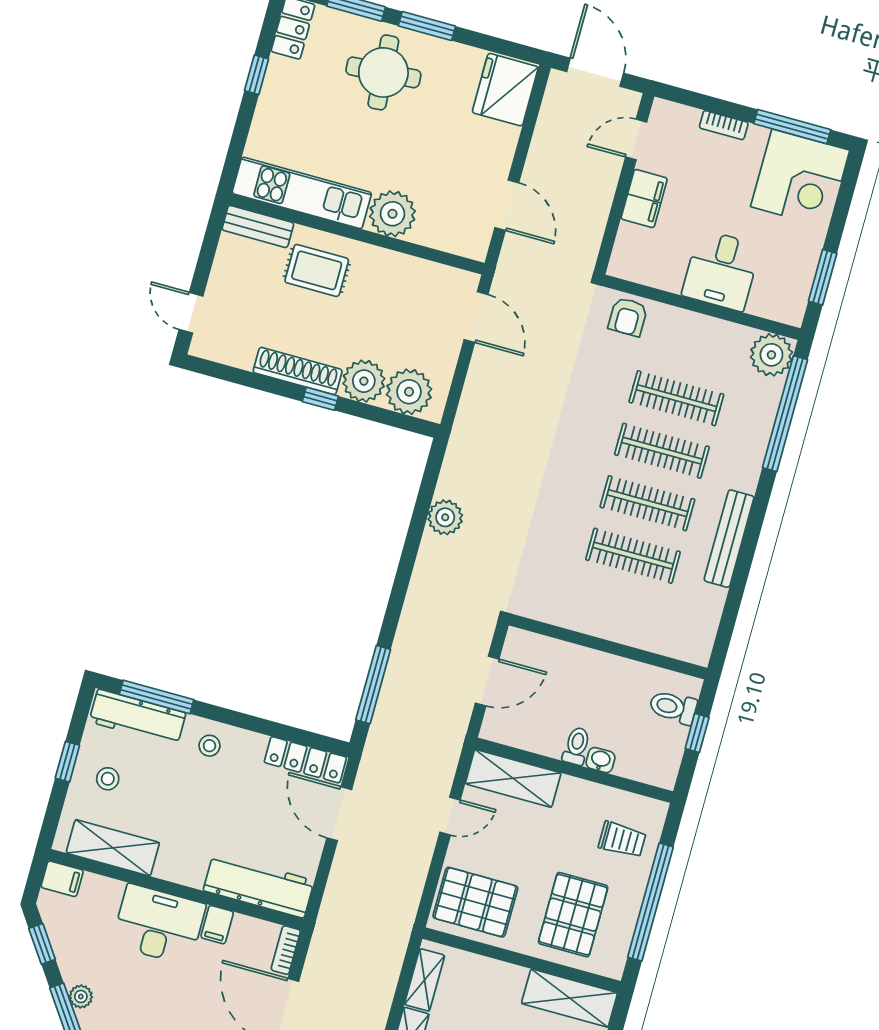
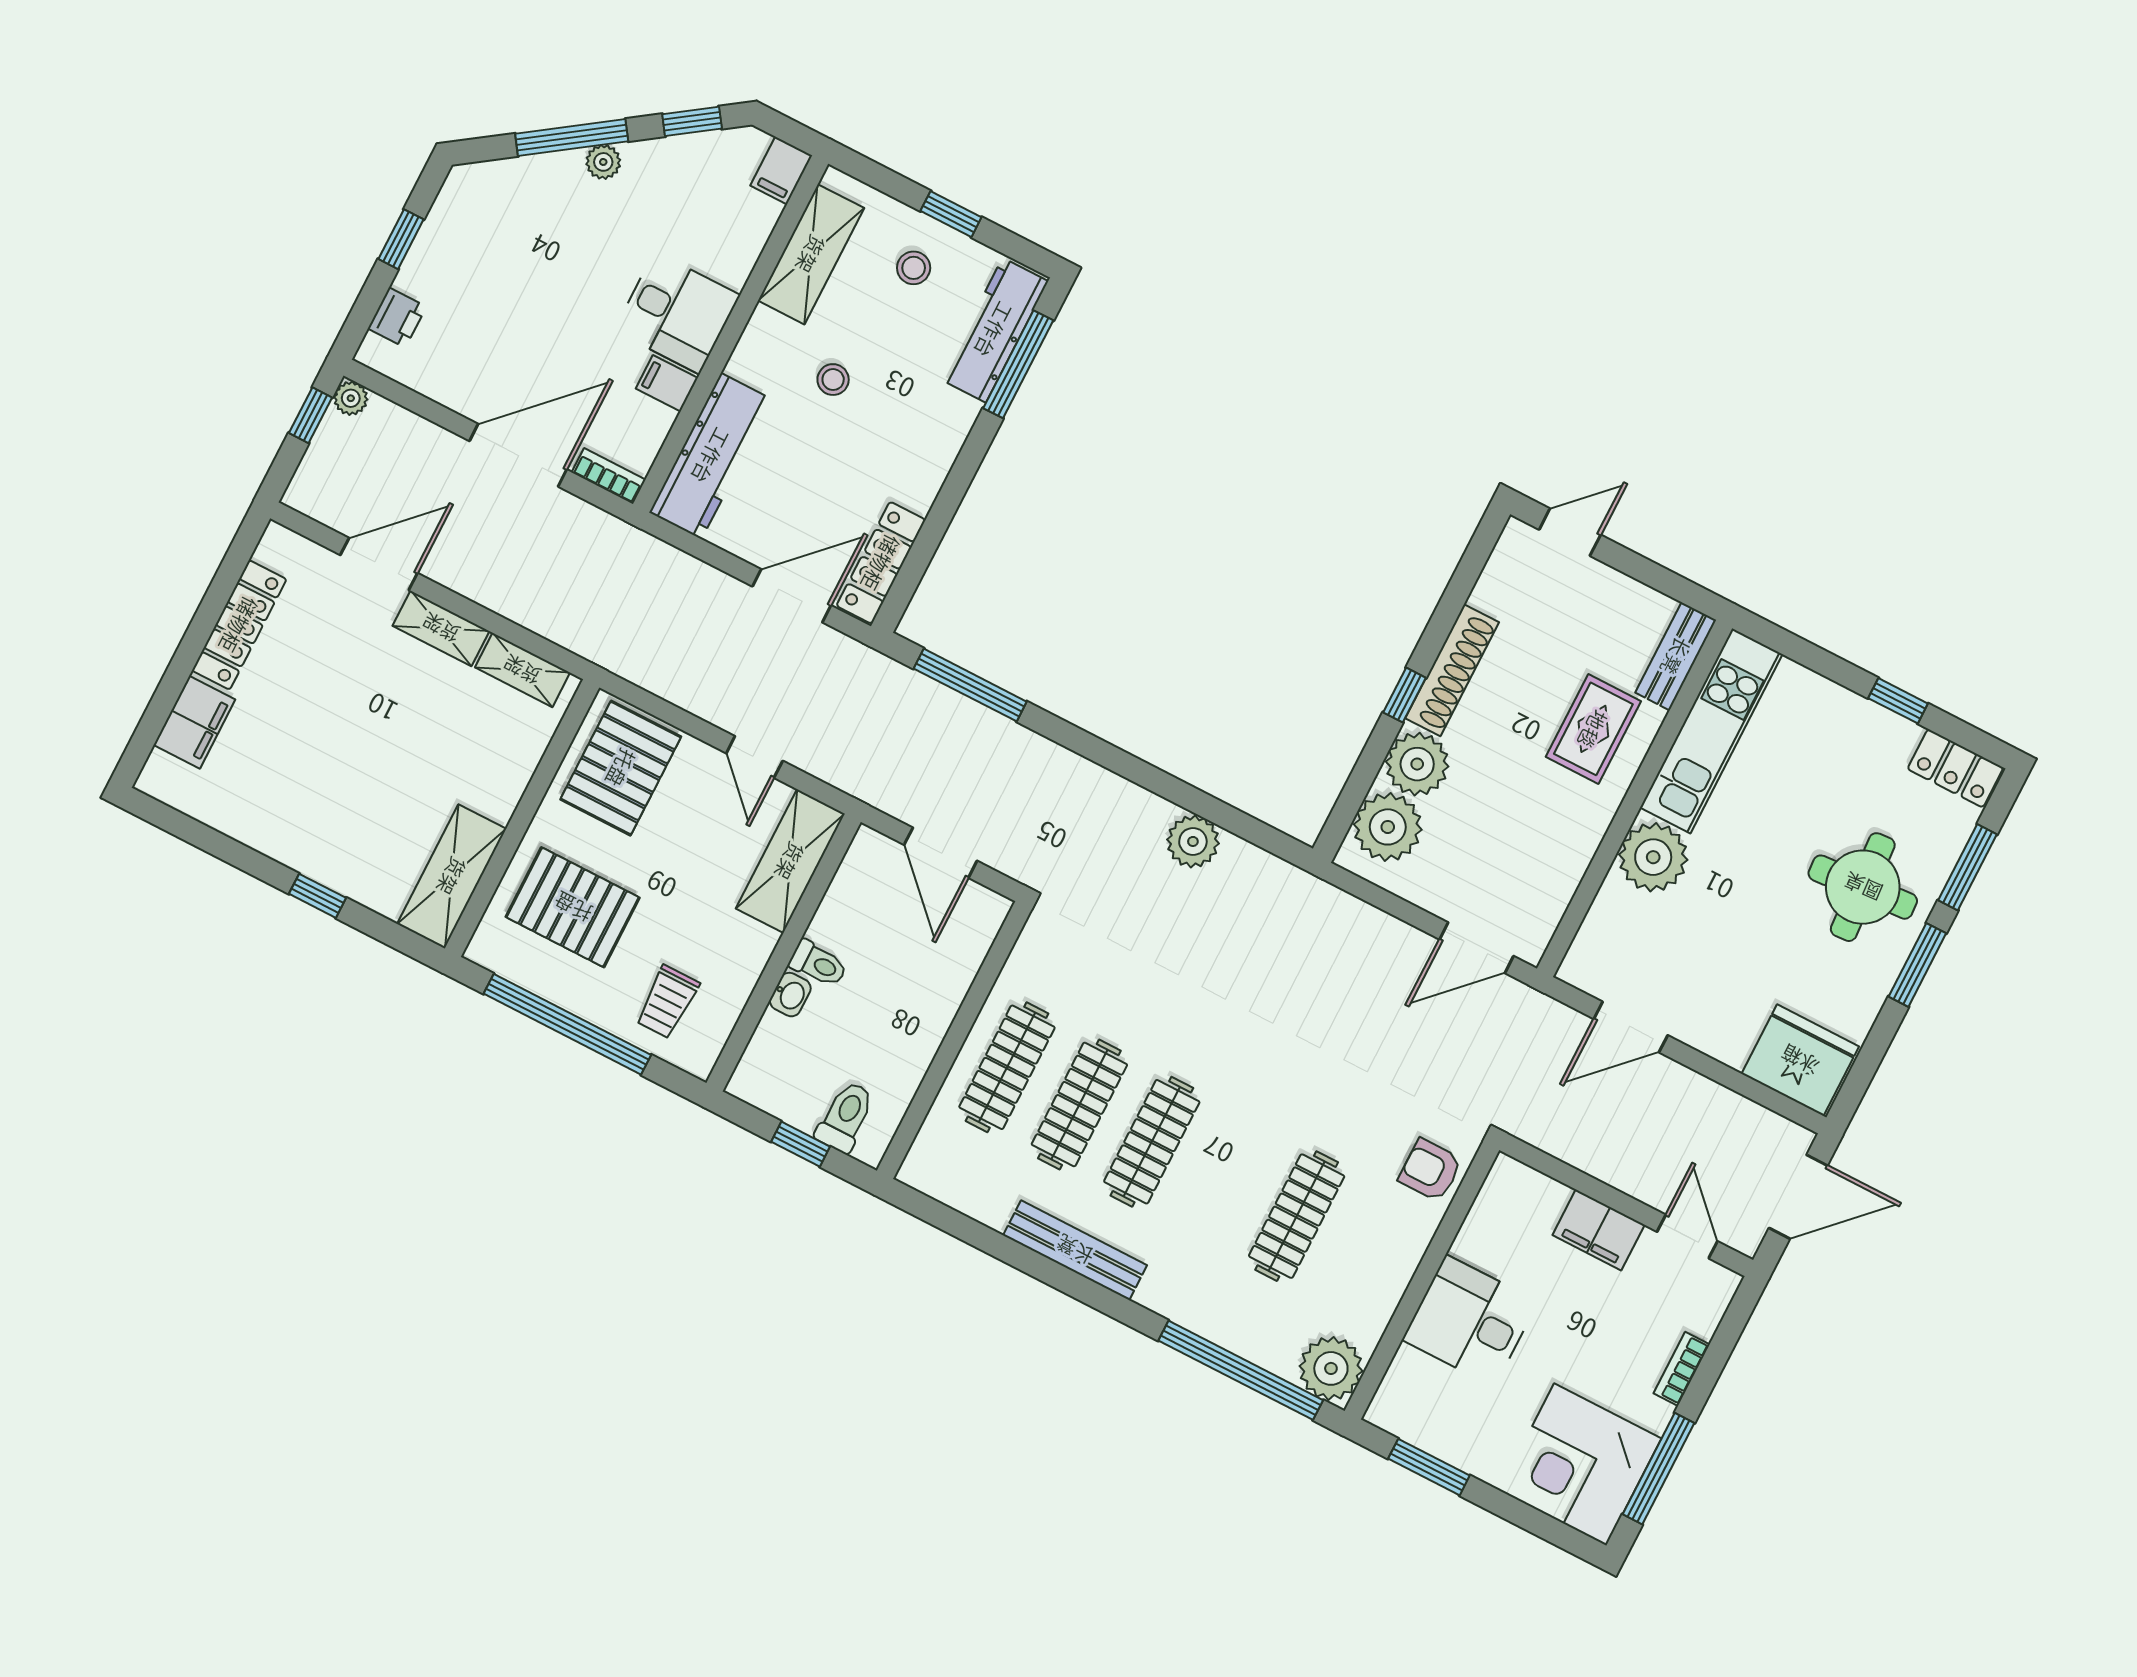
clothes rail: (662, 451) -> (1007, 1067), moved
stool: (209, 746) -> (833, 380), moved
desk: (159, 925) -> (677, 313), width x0.73

